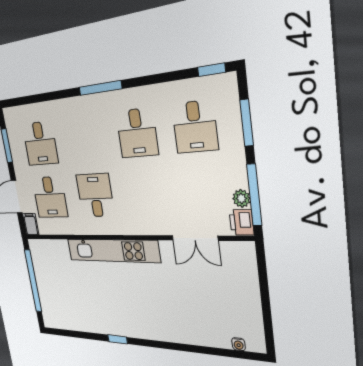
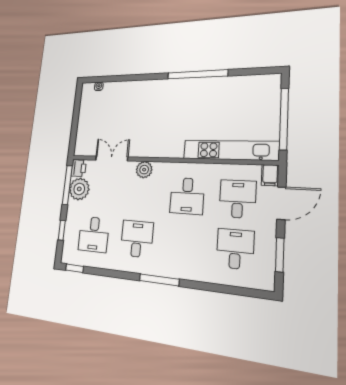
window: (247, 123) -> (62, 230), width x0.67
desk: (195, 127) -> (94, 234), turned 180
plant: (241, 198) -> (79, 189), width x1.87, depth x1.87
plant: (149, 224) -> (144, 170), added
kitchen unit: (112, 251) -> (230, 150), moved
window: (118, 339) -> (197, 74), width x3.17

